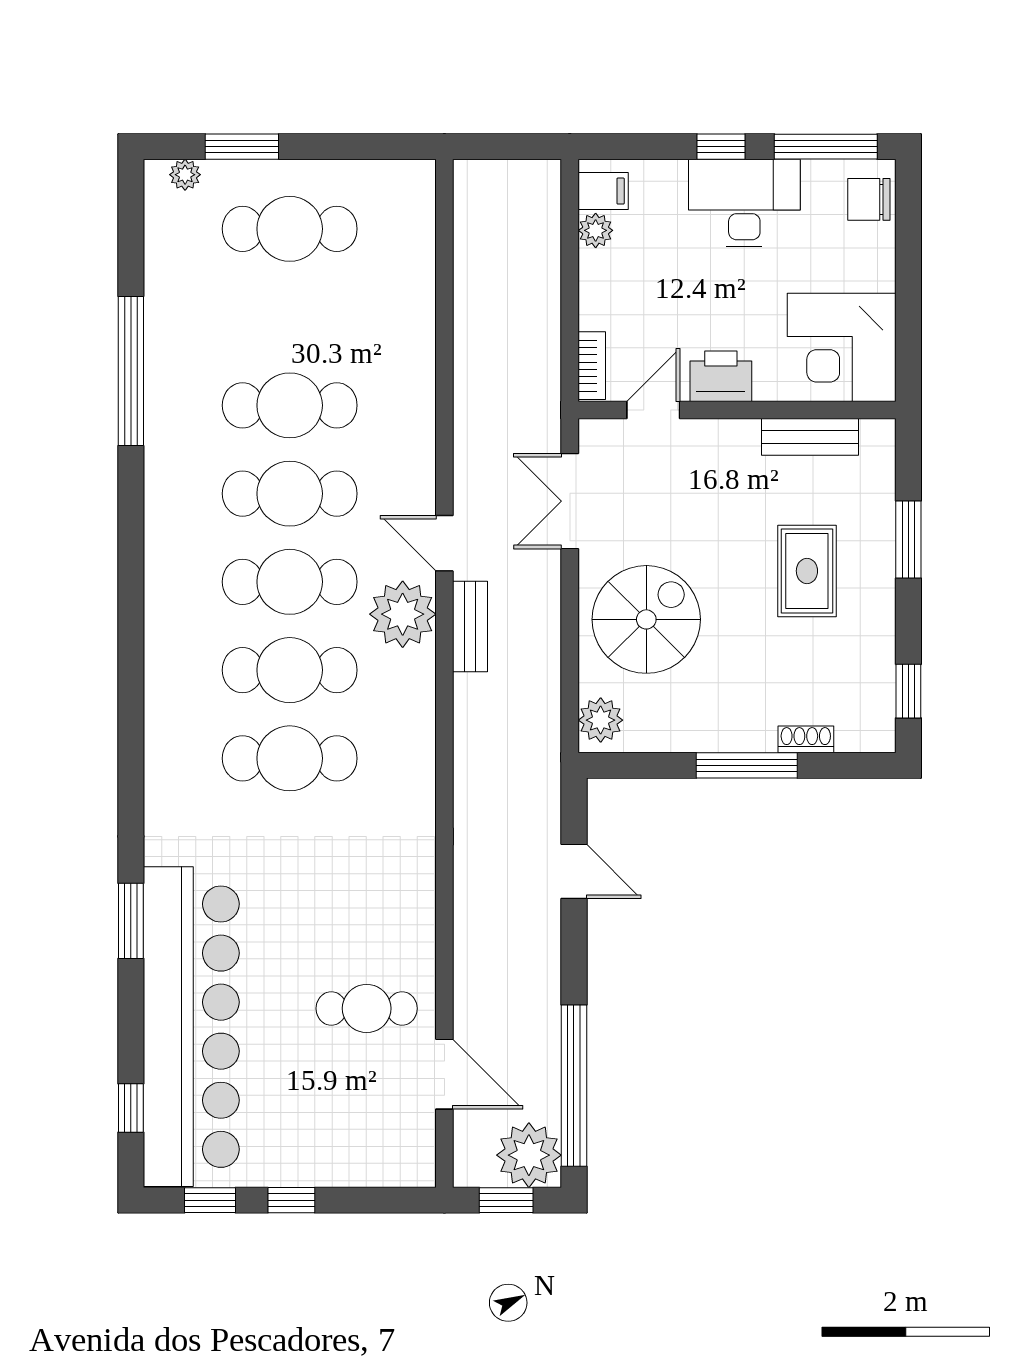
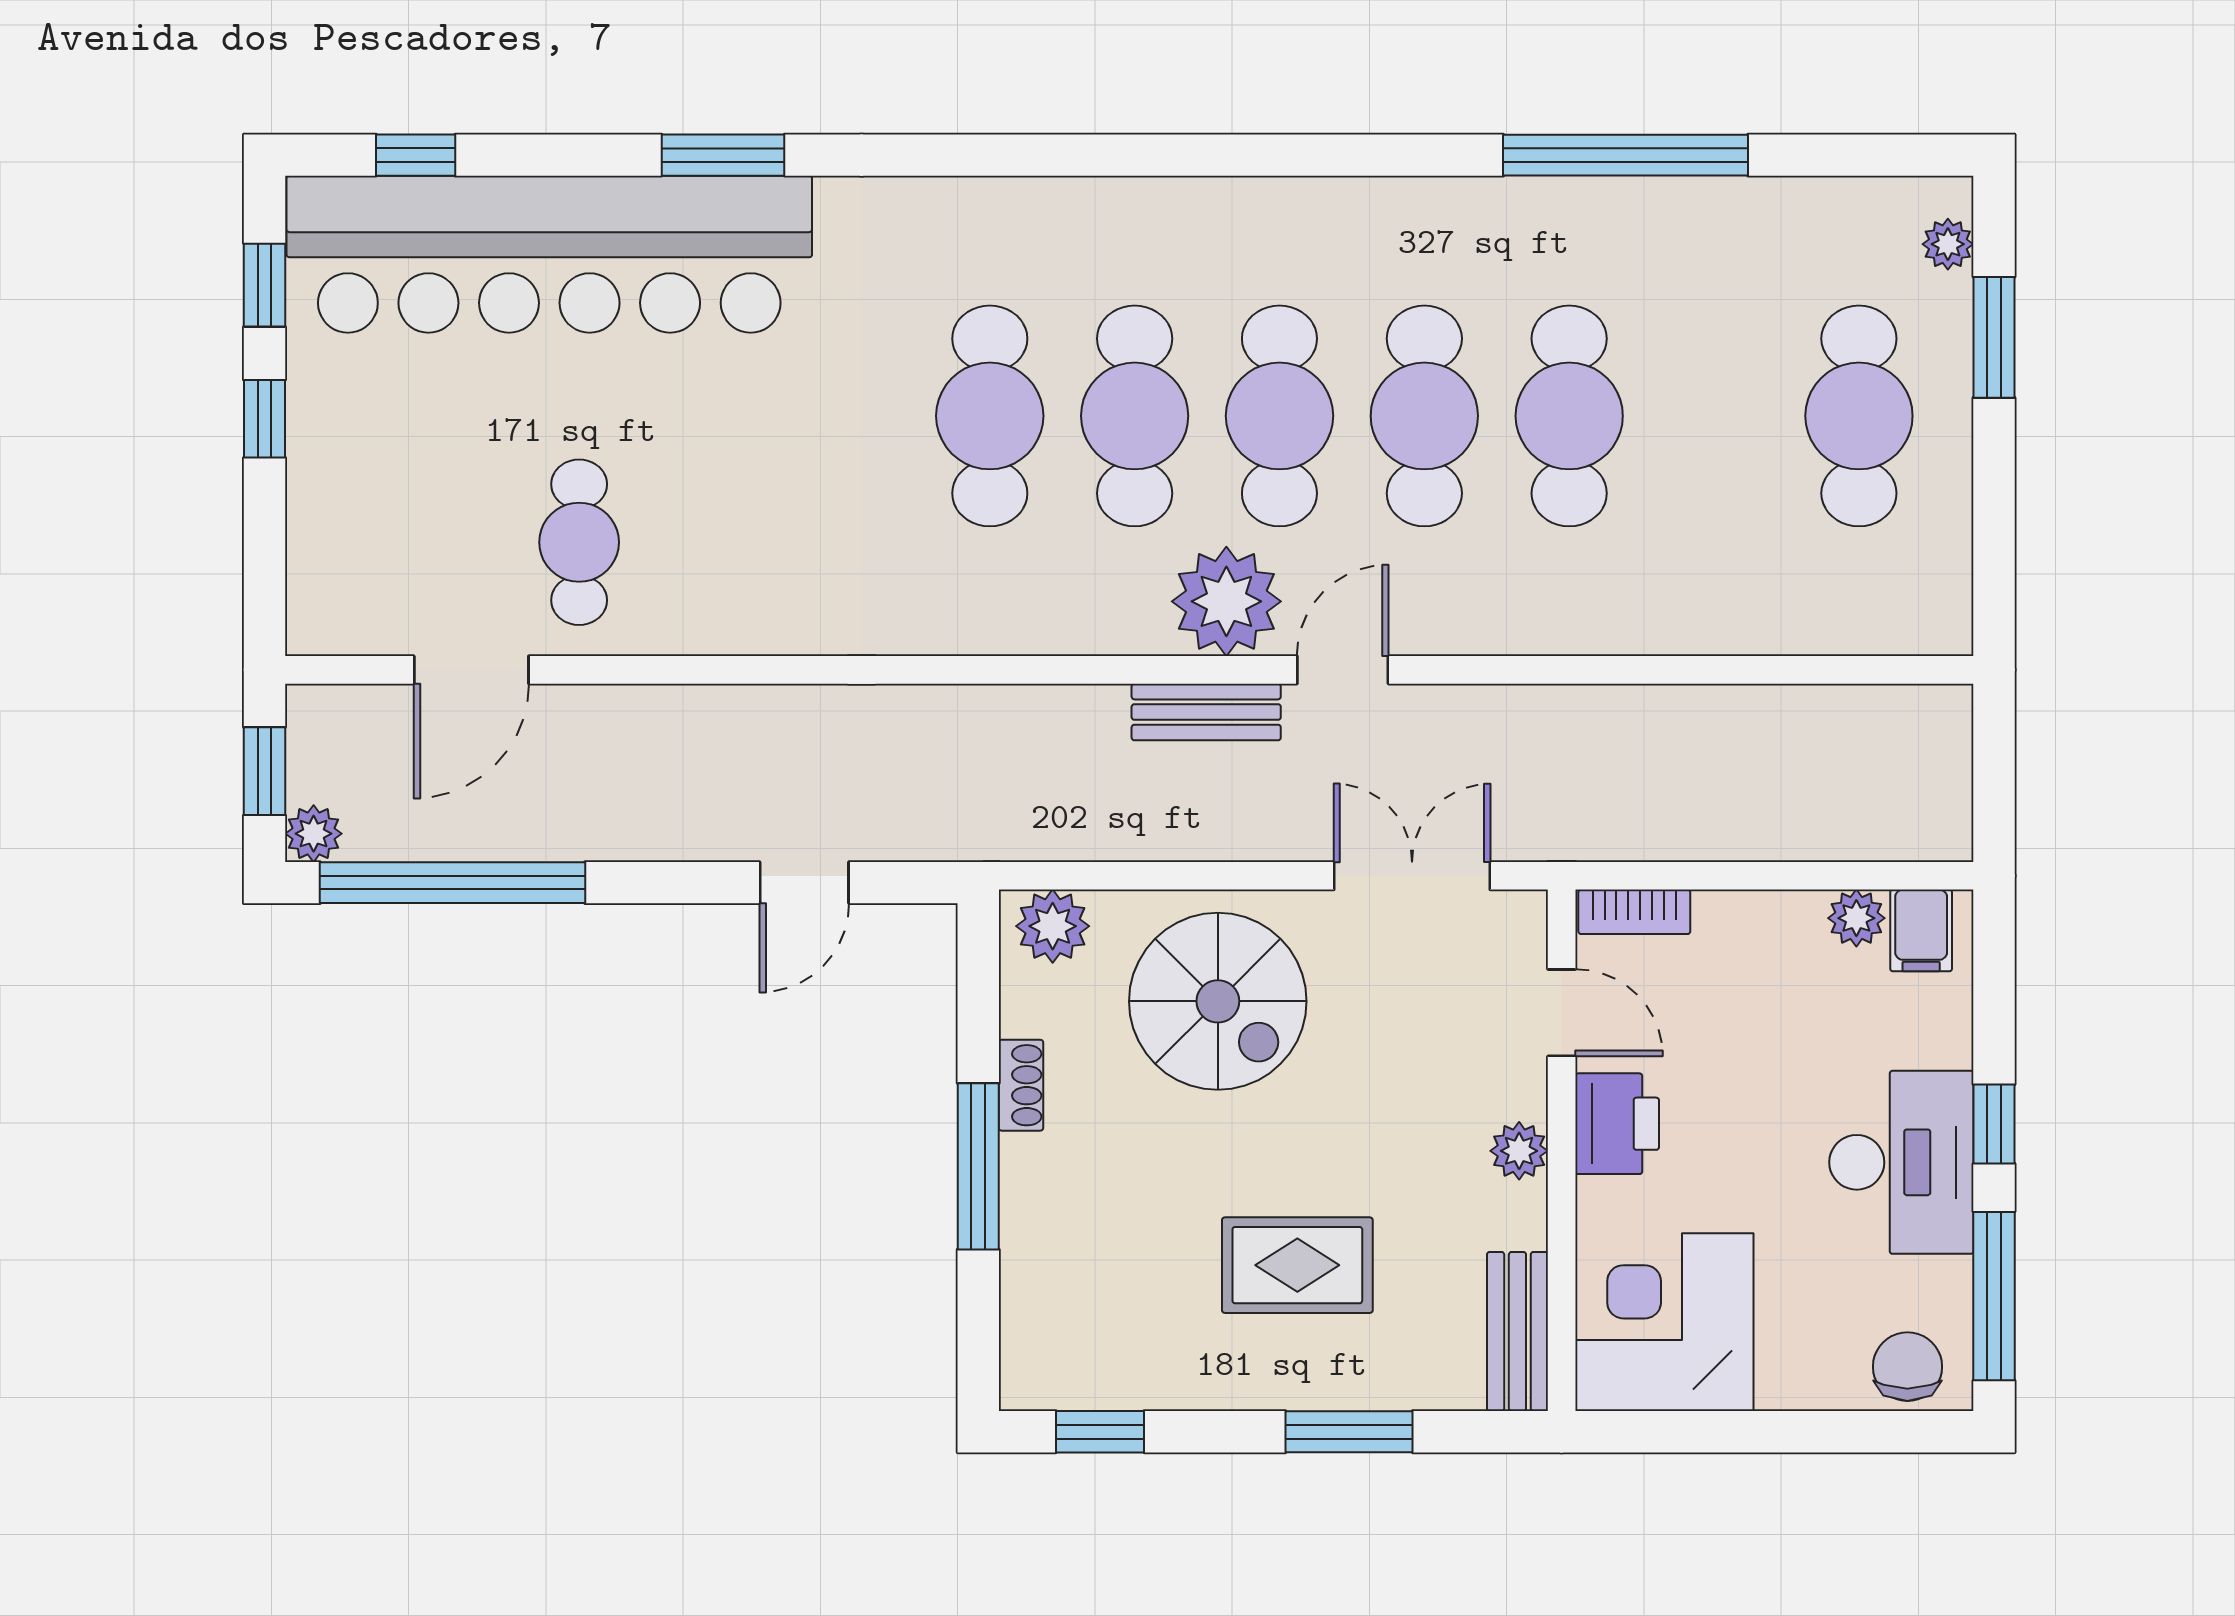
plant: (737, 436) -> (1519, 1151), added
bench: (810, 437) -> (1517, 1331), moved
shoe rack: (806, 739) -> (1021, 1085), moved
plant: (529, 1155) -> (314, 834), width x0.53, depth x0.53

